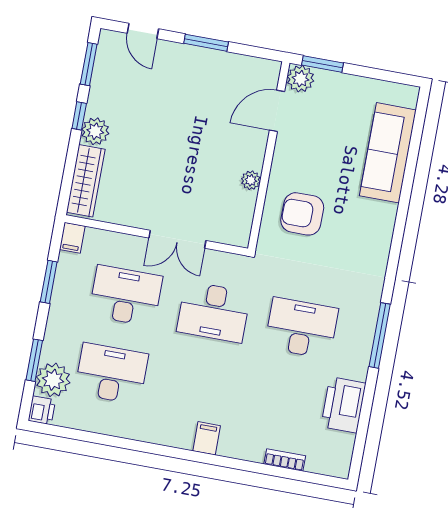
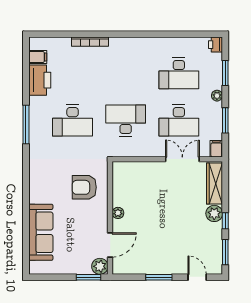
plant: (251, 180) -> (118, 213), moved
armchair: (302, 214) -> (84, 187), turned 180
double door: (177, 239) -> (182, 159), moved
plant: (53, 380) -> (217, 96), moved, width x0.53, depth x0.53
filing cabinet: (207, 438) -> (38, 57), moved, turned -90
bookcase: (285, 460) -> (90, 42), moved, width x1.56

